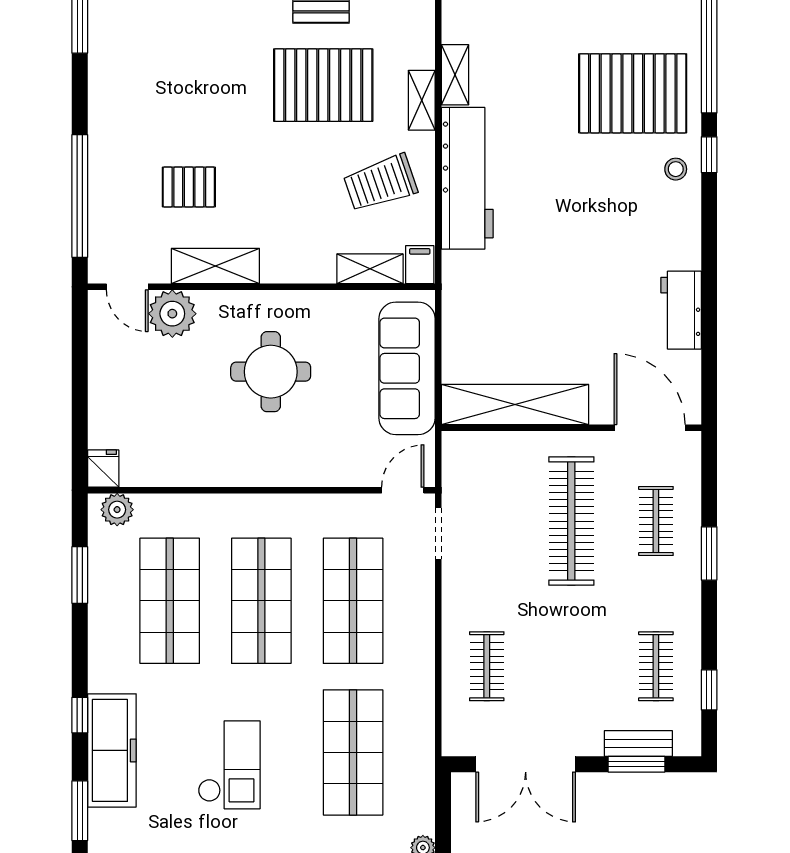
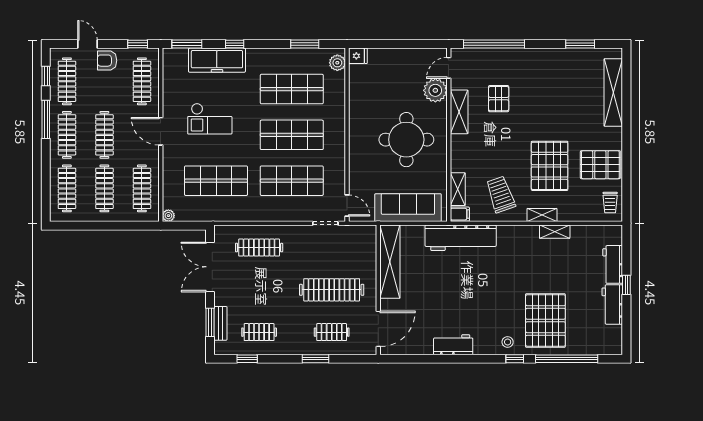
workbench: (467, 178) -> (461, 238), moved
workbench: (681, 310) -> (453, 345), moved
round table: (271, 372) -> (406, 140), width x1.36, depth x1.36
clothes rail: (487, 666) -> (259, 248), width x1.36

